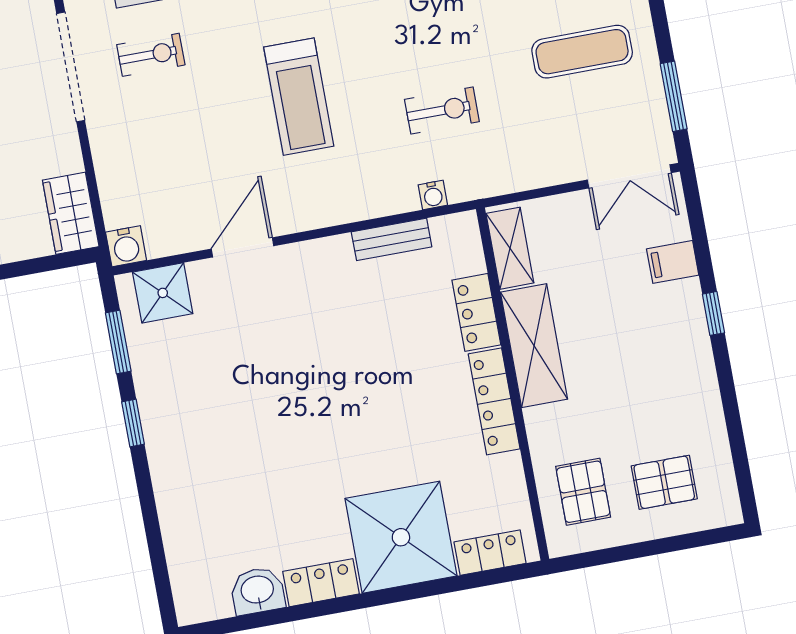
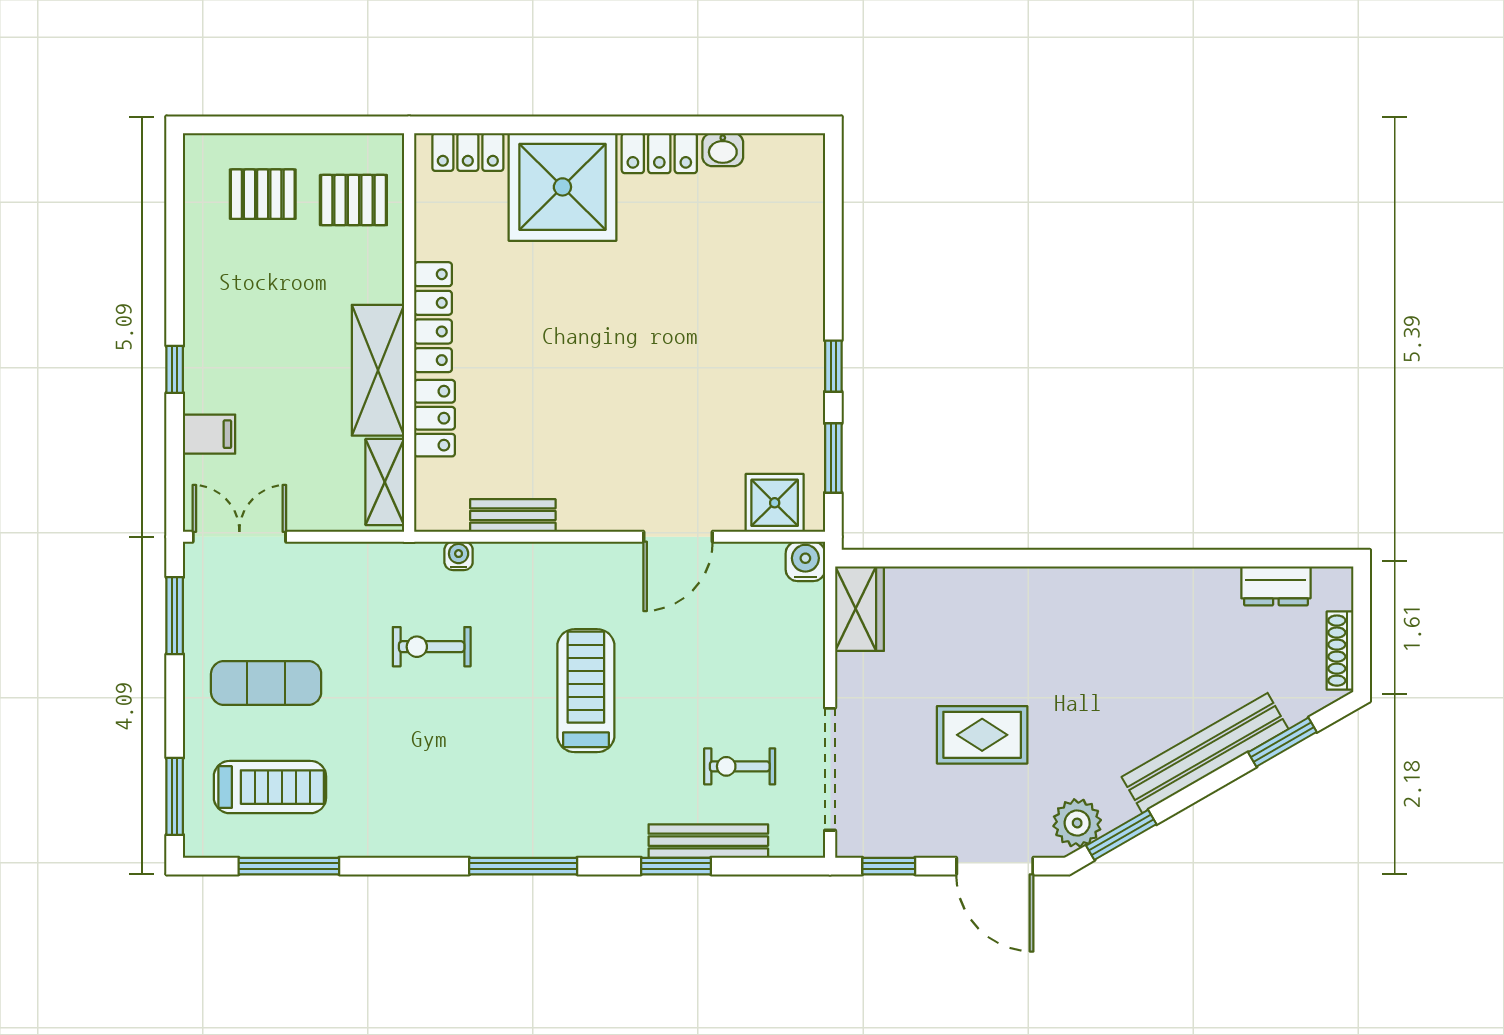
pallet: (583, 492) -> (353, 200), turned 90
washbasin: (257, 591) -> (723, 150), width x0.72, depth x0.69

